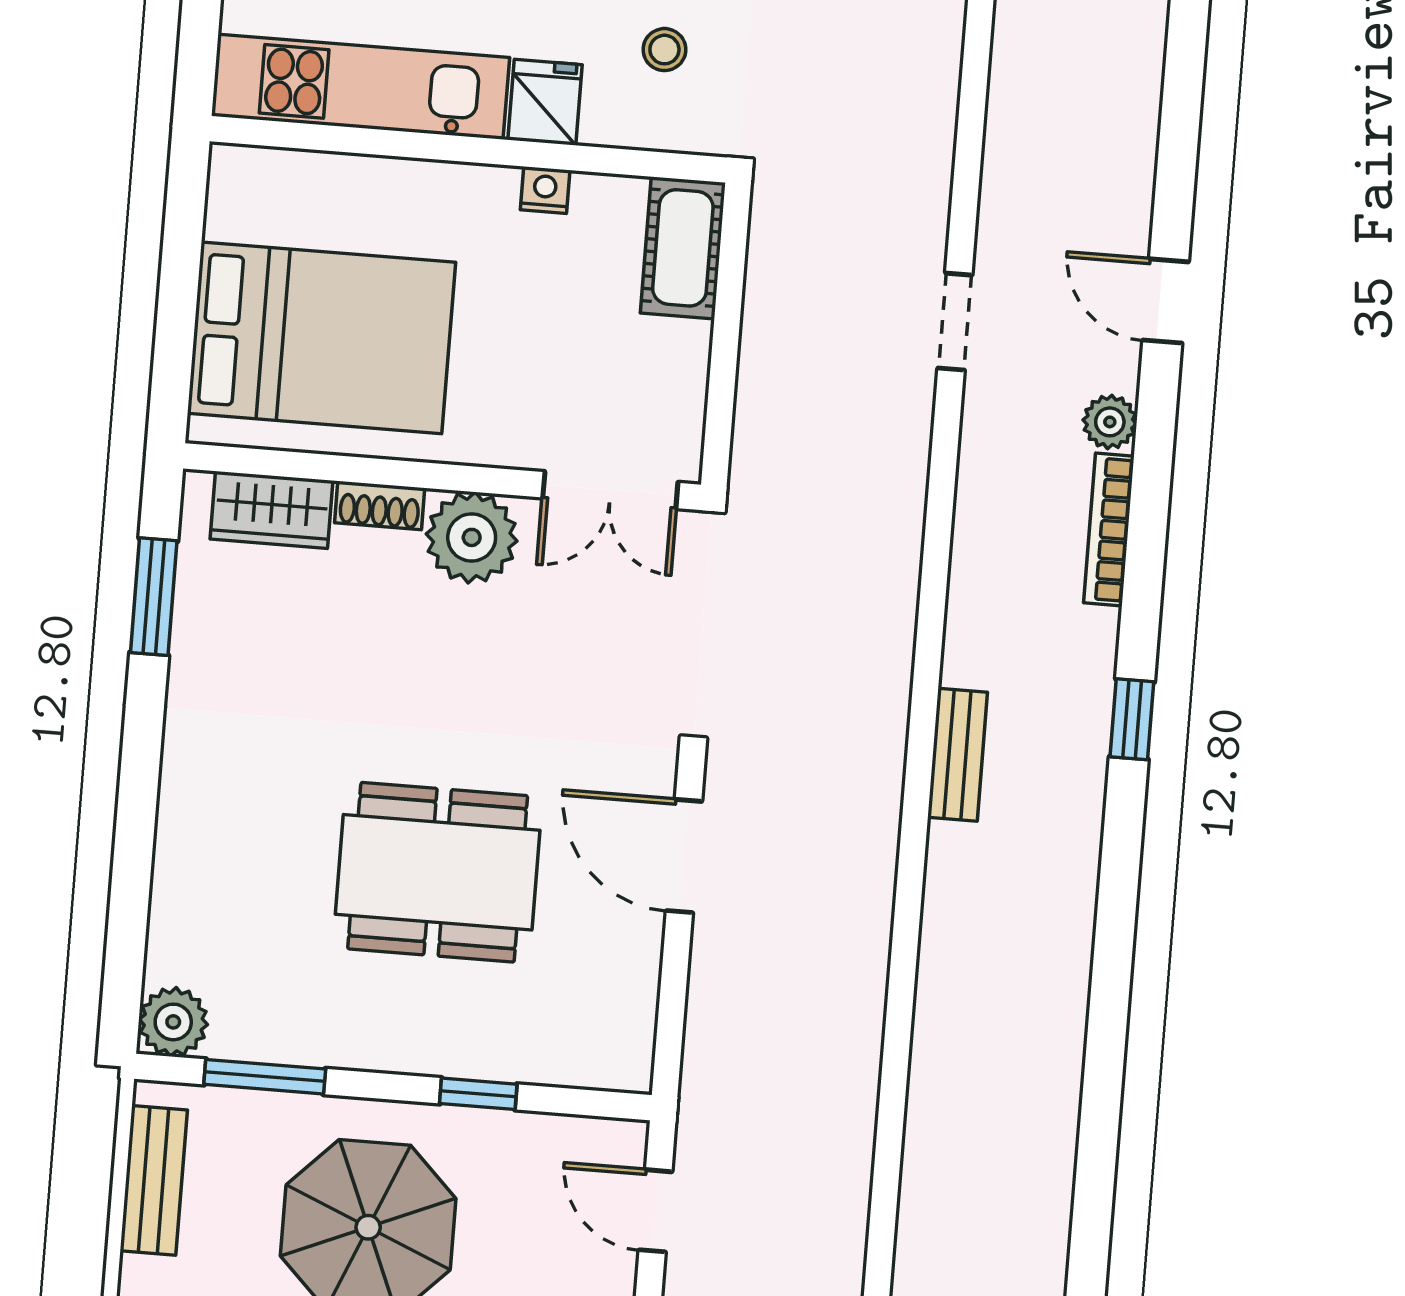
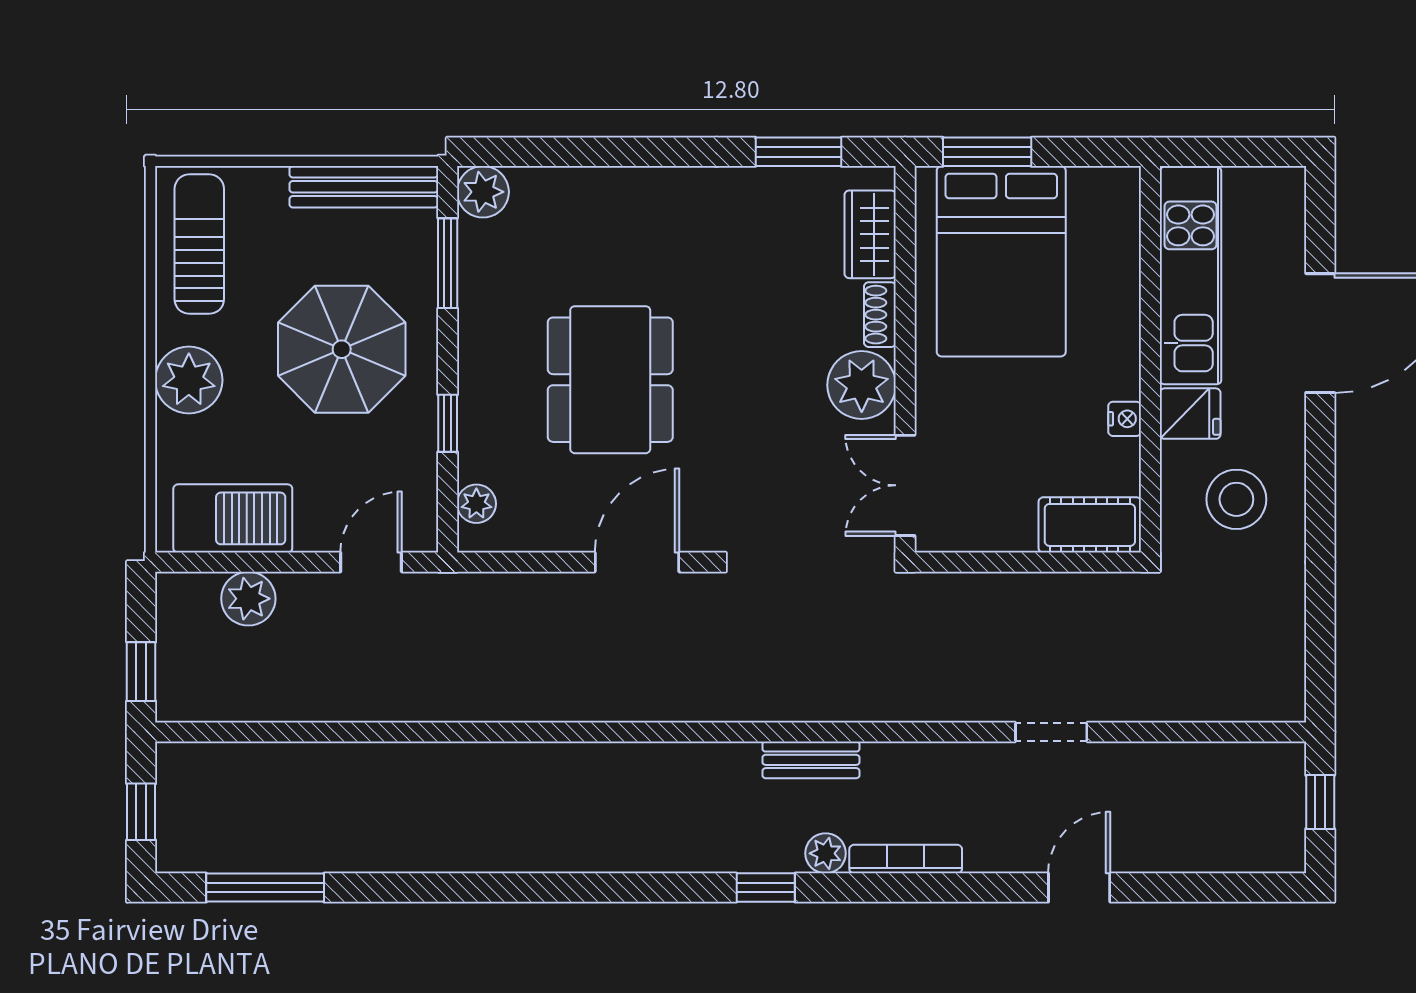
stool: (664, 50) -> (1236, 499), width x1.89, depth x1.89
window: (174, 345) -> (987, 152), added
plant: (1110, 422) -> (826, 853), moved
bench: (958, 755) -> (811, 760), moved
plant: (589, 1064) -> (476, 504), added
bench: (154, 1180) -> (364, 187), width x1.36

